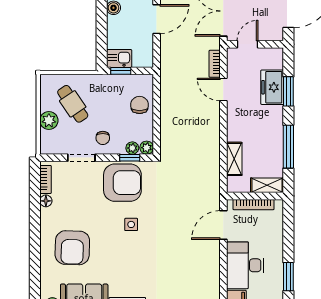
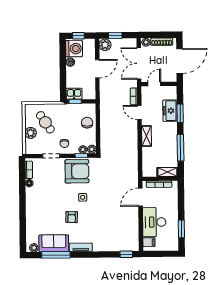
shelving: (234, 159) -> (146, 136), moved
armchair: (72, 248) -> (72, 217), moved, width x0.53, depth x0.53

